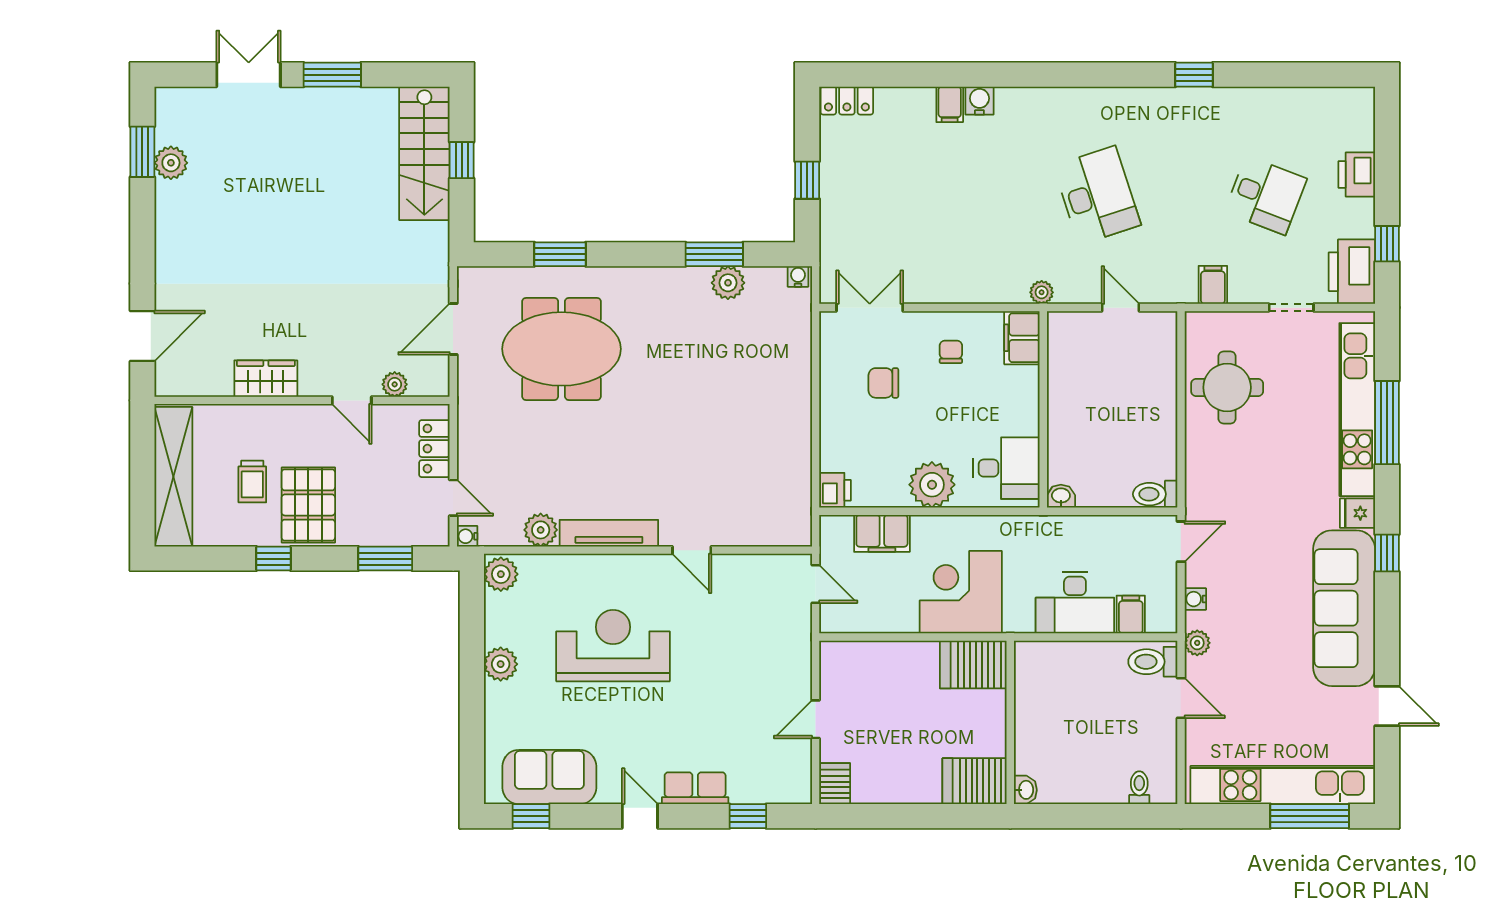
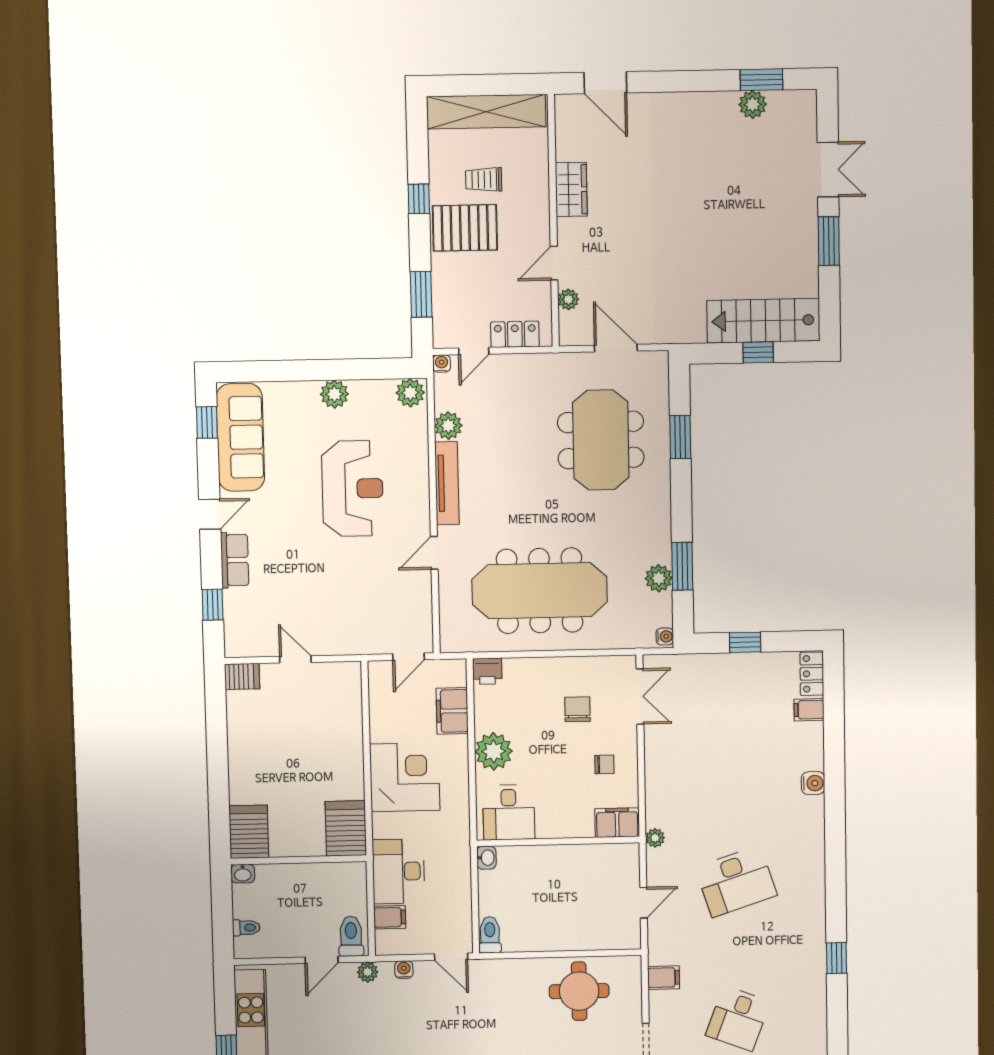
filing cabinet: (950, 104) -> (809, 710), moved
meeting table: (740, 425) -> (540, 591), added
server rack: (973, 664) -> (346, 828), moved
wall: (1010, 722) -> (299, 860), moved
sofa: (549, 777) -> (240, 437), width x1.36
server rack: (975, 781) -> (249, 832), moved
washbasin: (1025, 790) -> (243, 874), moved

